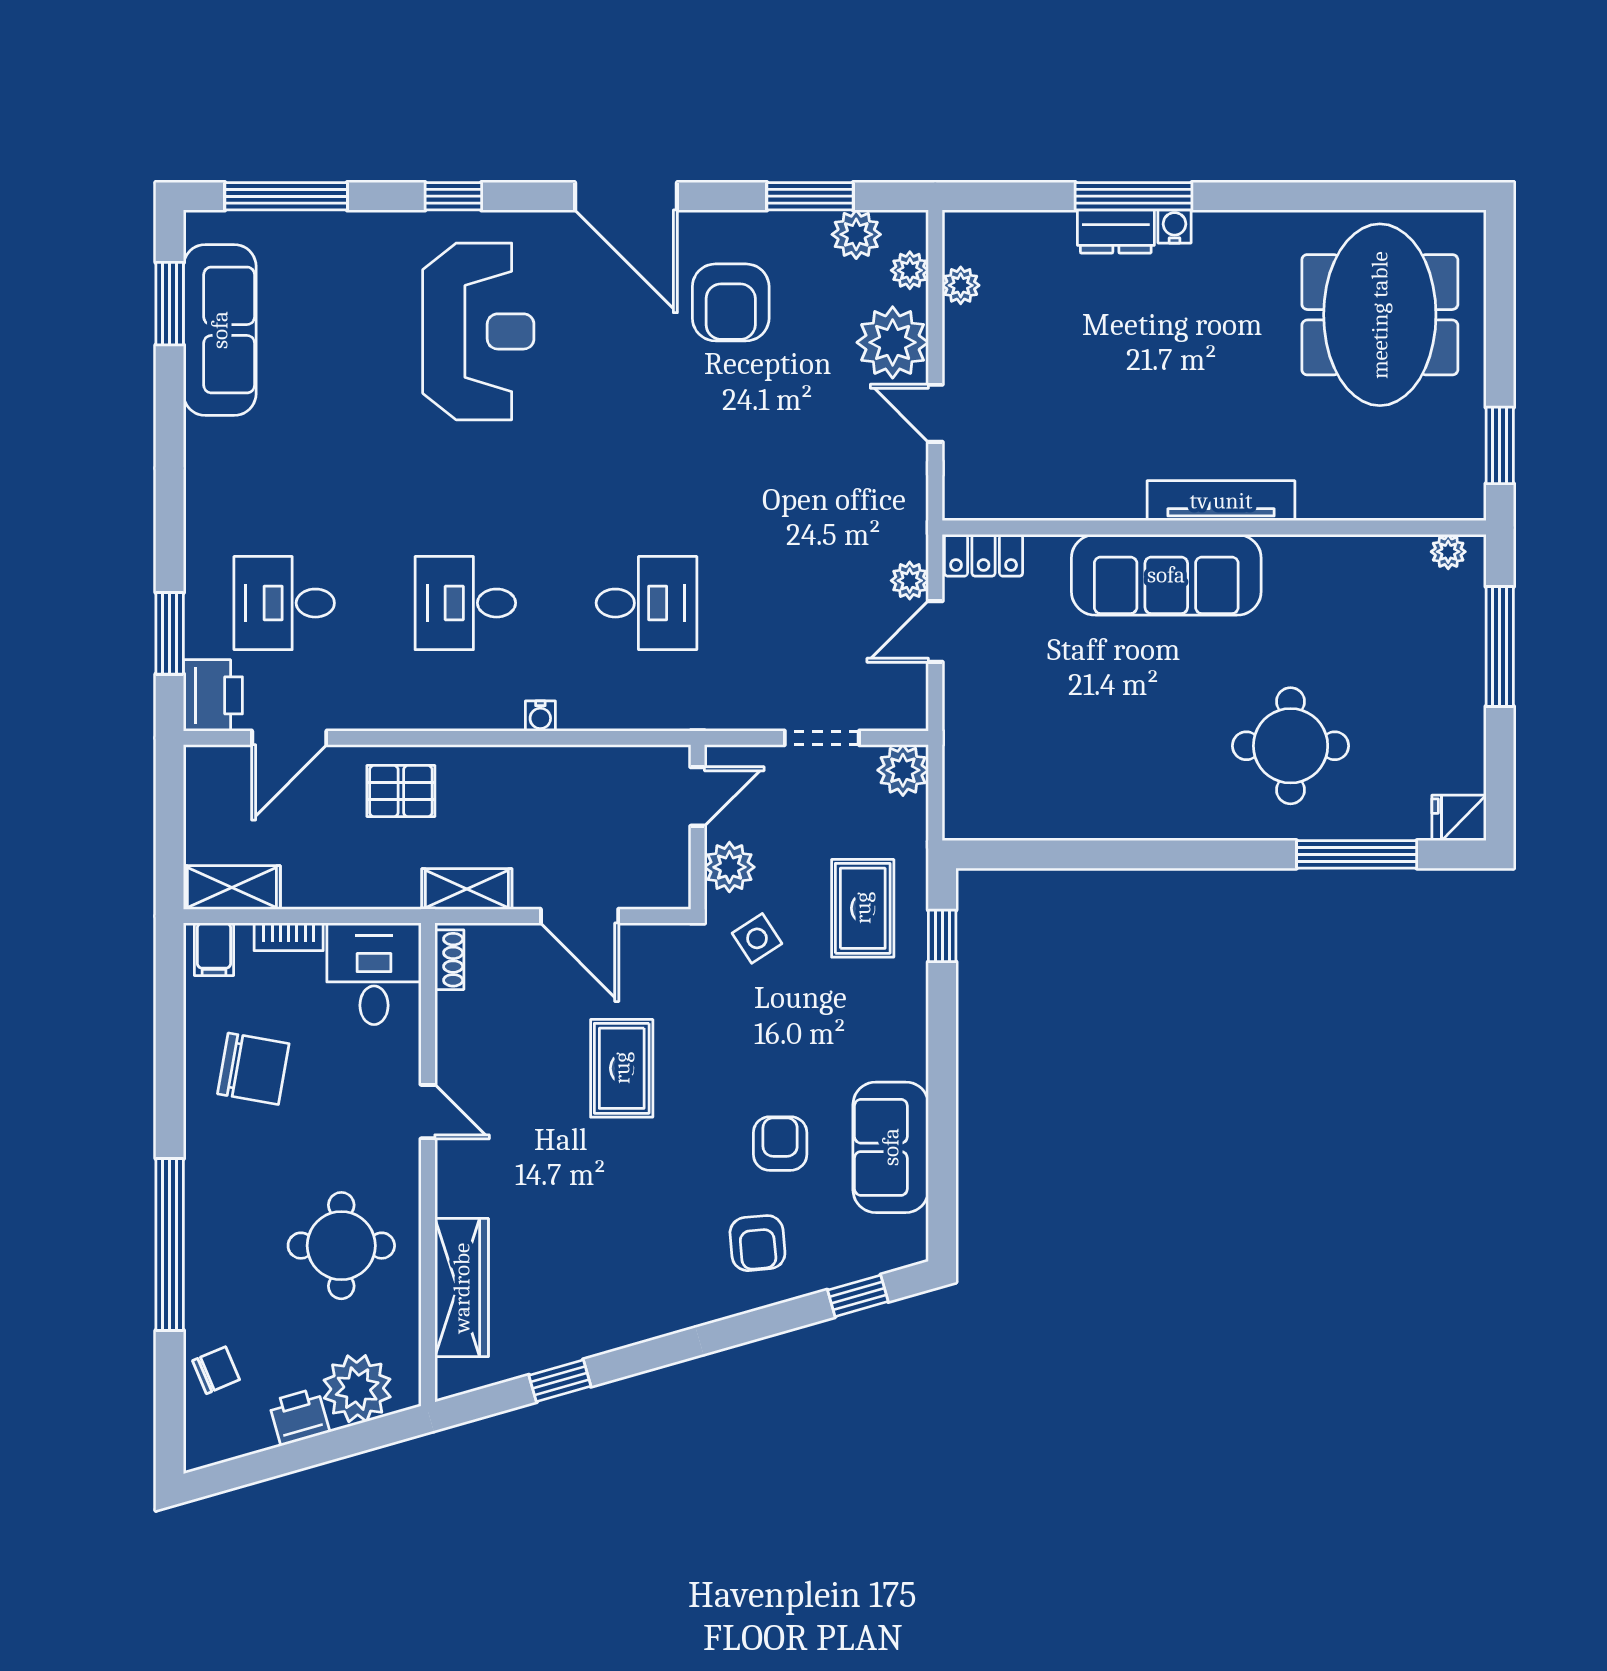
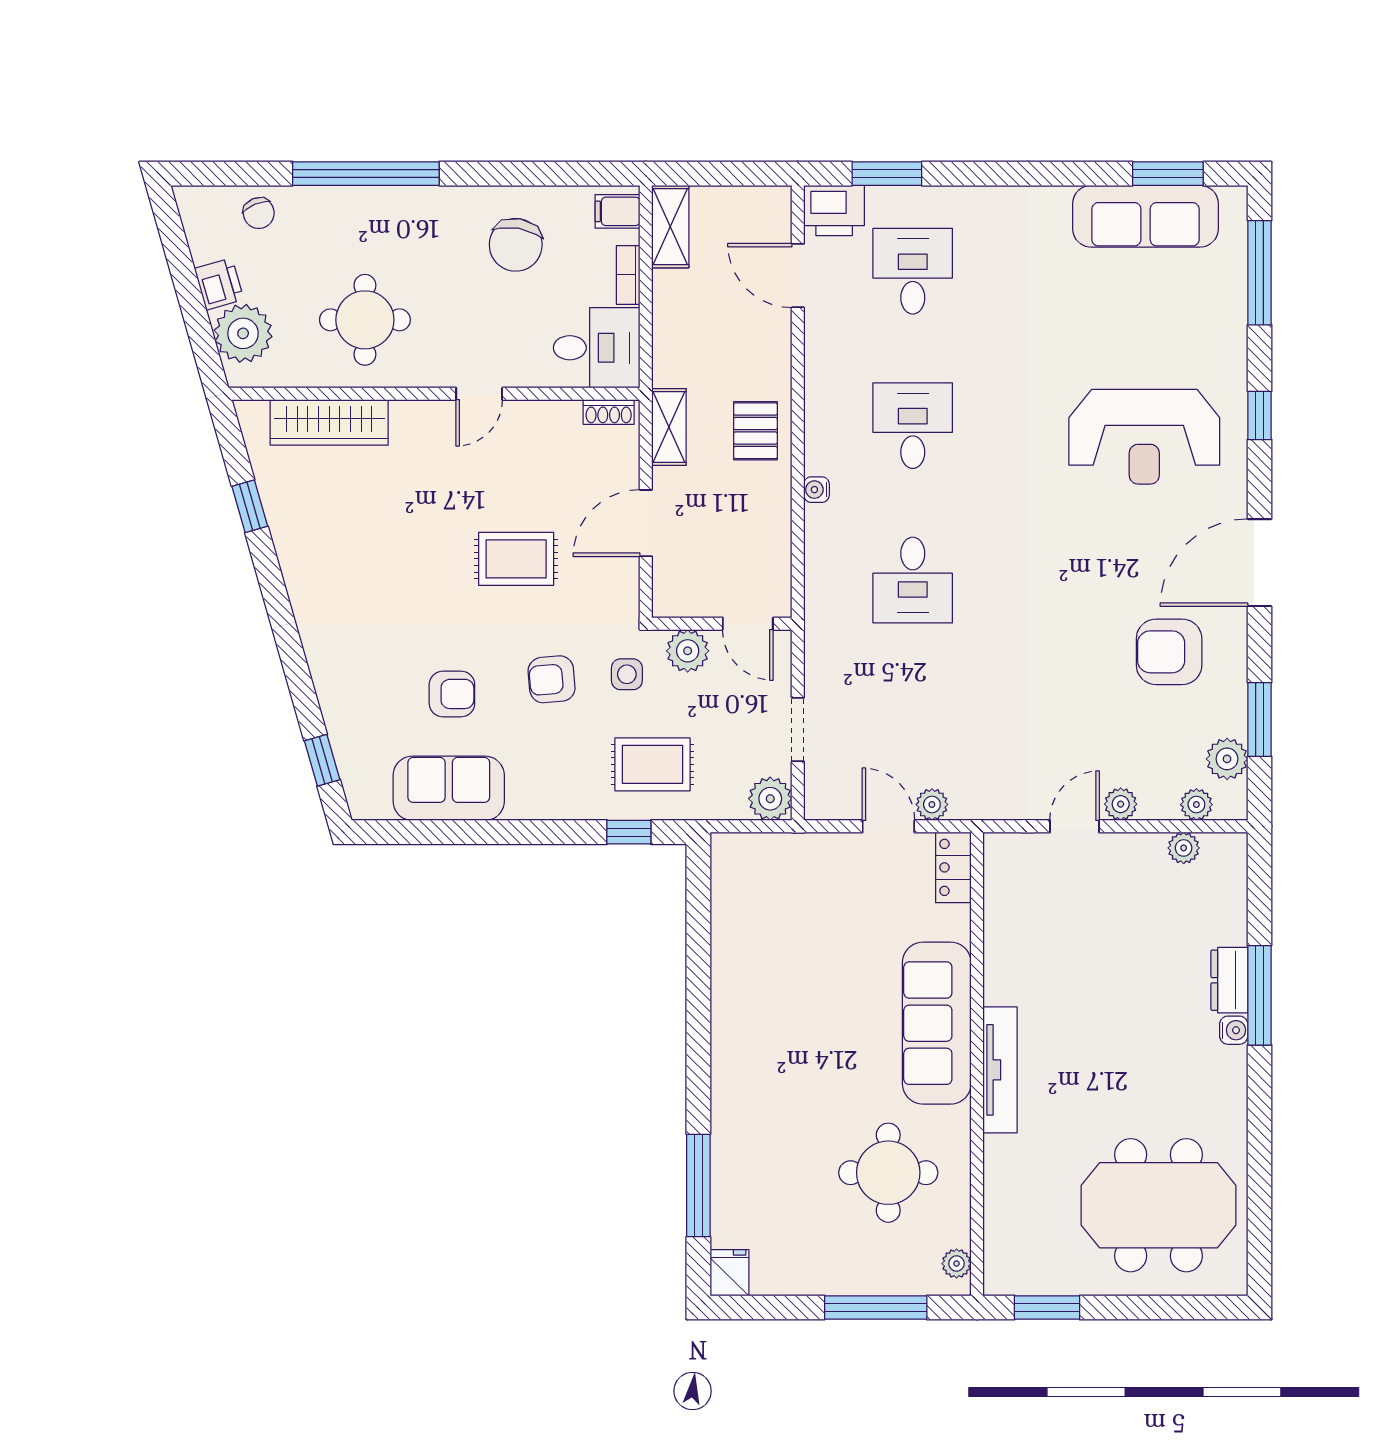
plant: (893, 342) -> (1121, 804), width x0.53, depth x0.53
round table: (1291, 746) -> (888, 1173), moved
pallet: (401, 791) -> (755, 431), moved
side table: (757, 938) -> (627, 674), turned 33
armchair: (757, 1243) -> (552, 679), moved

